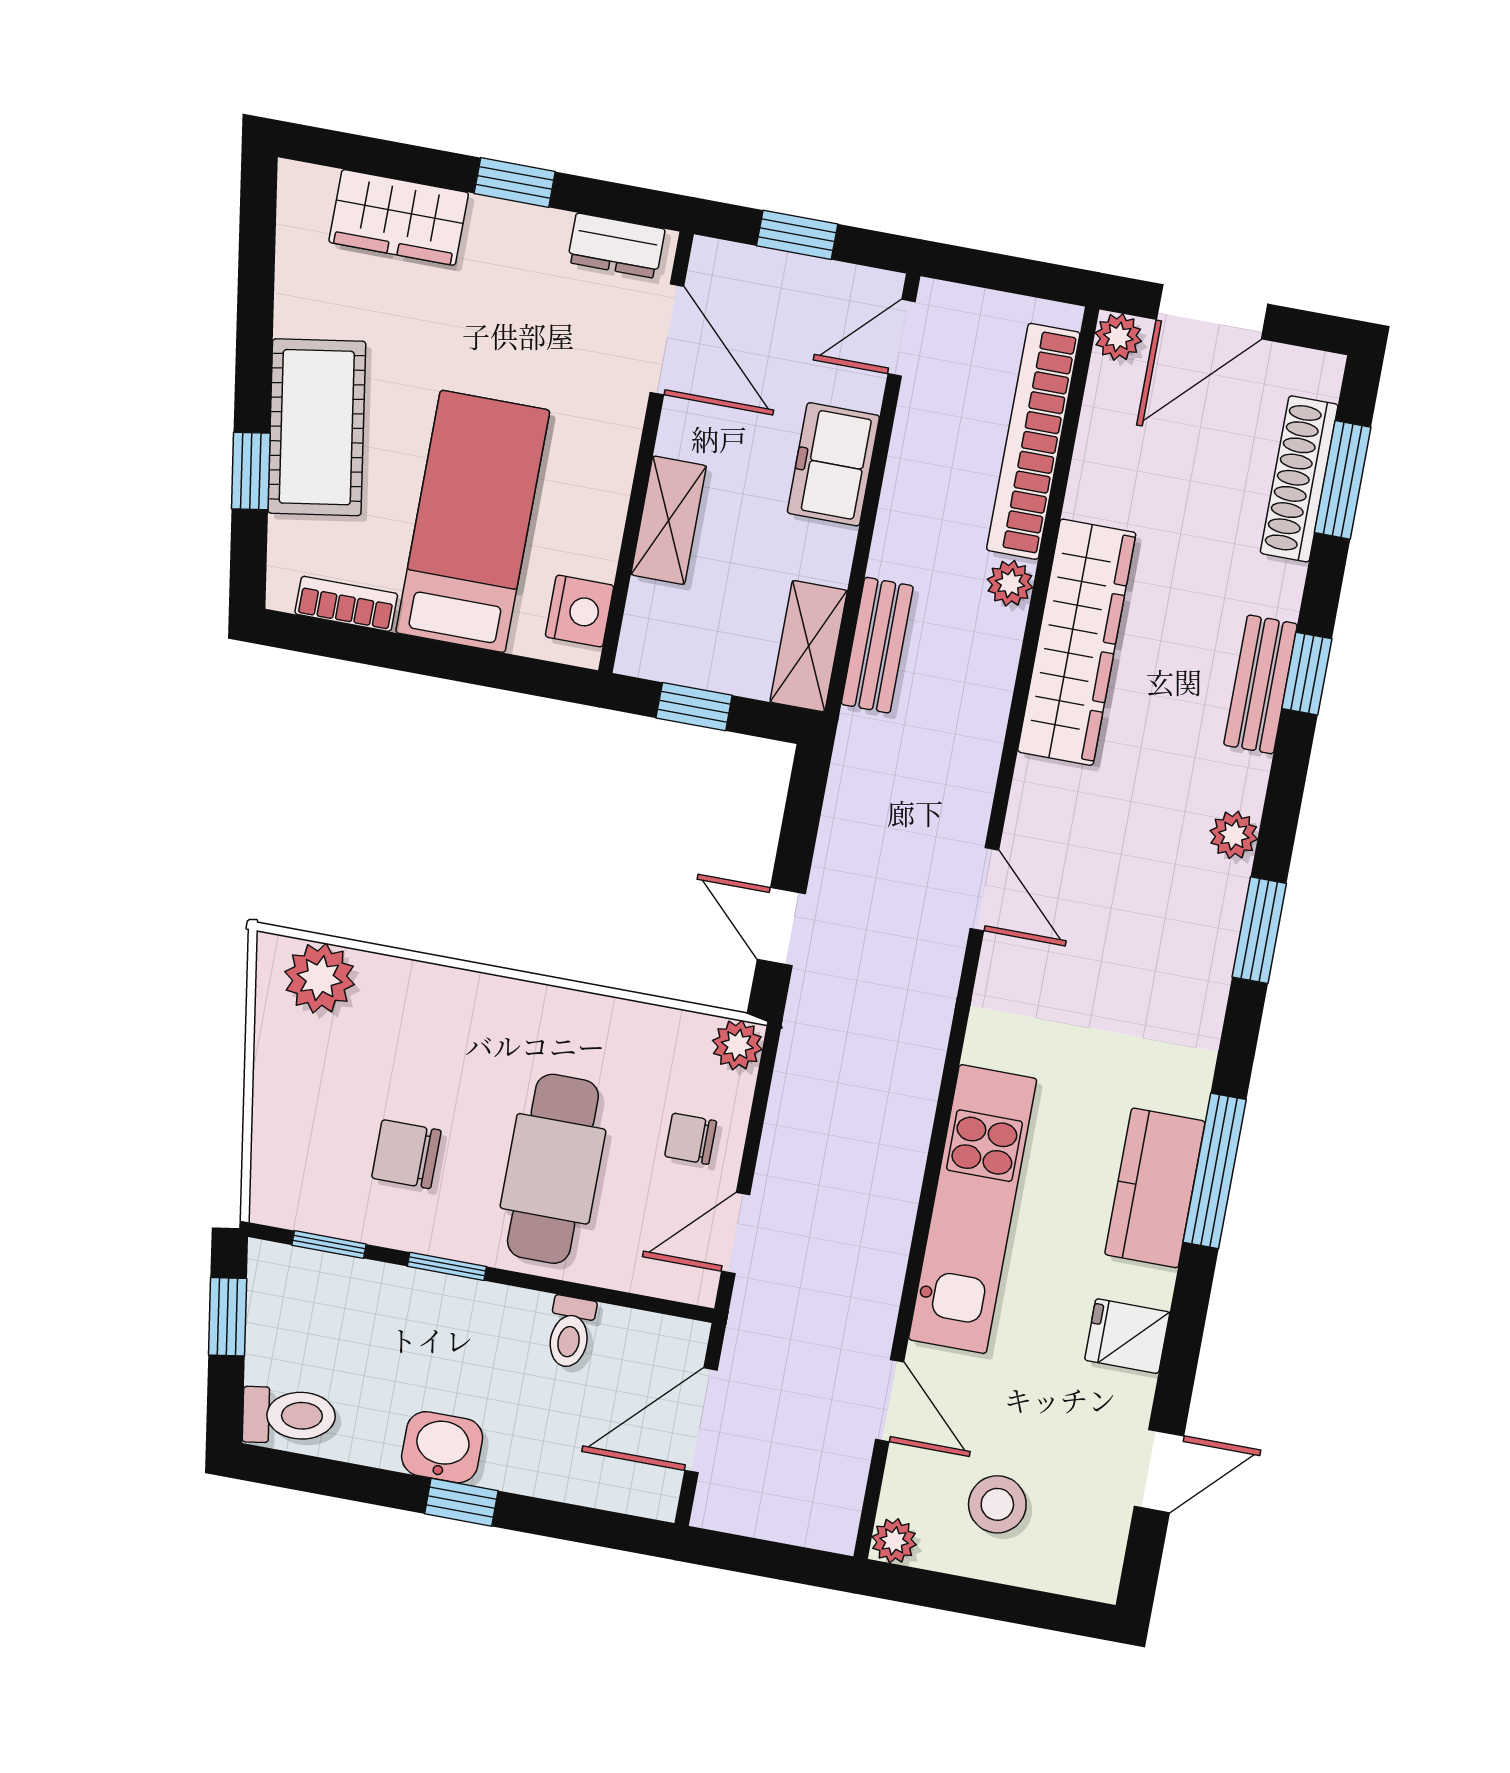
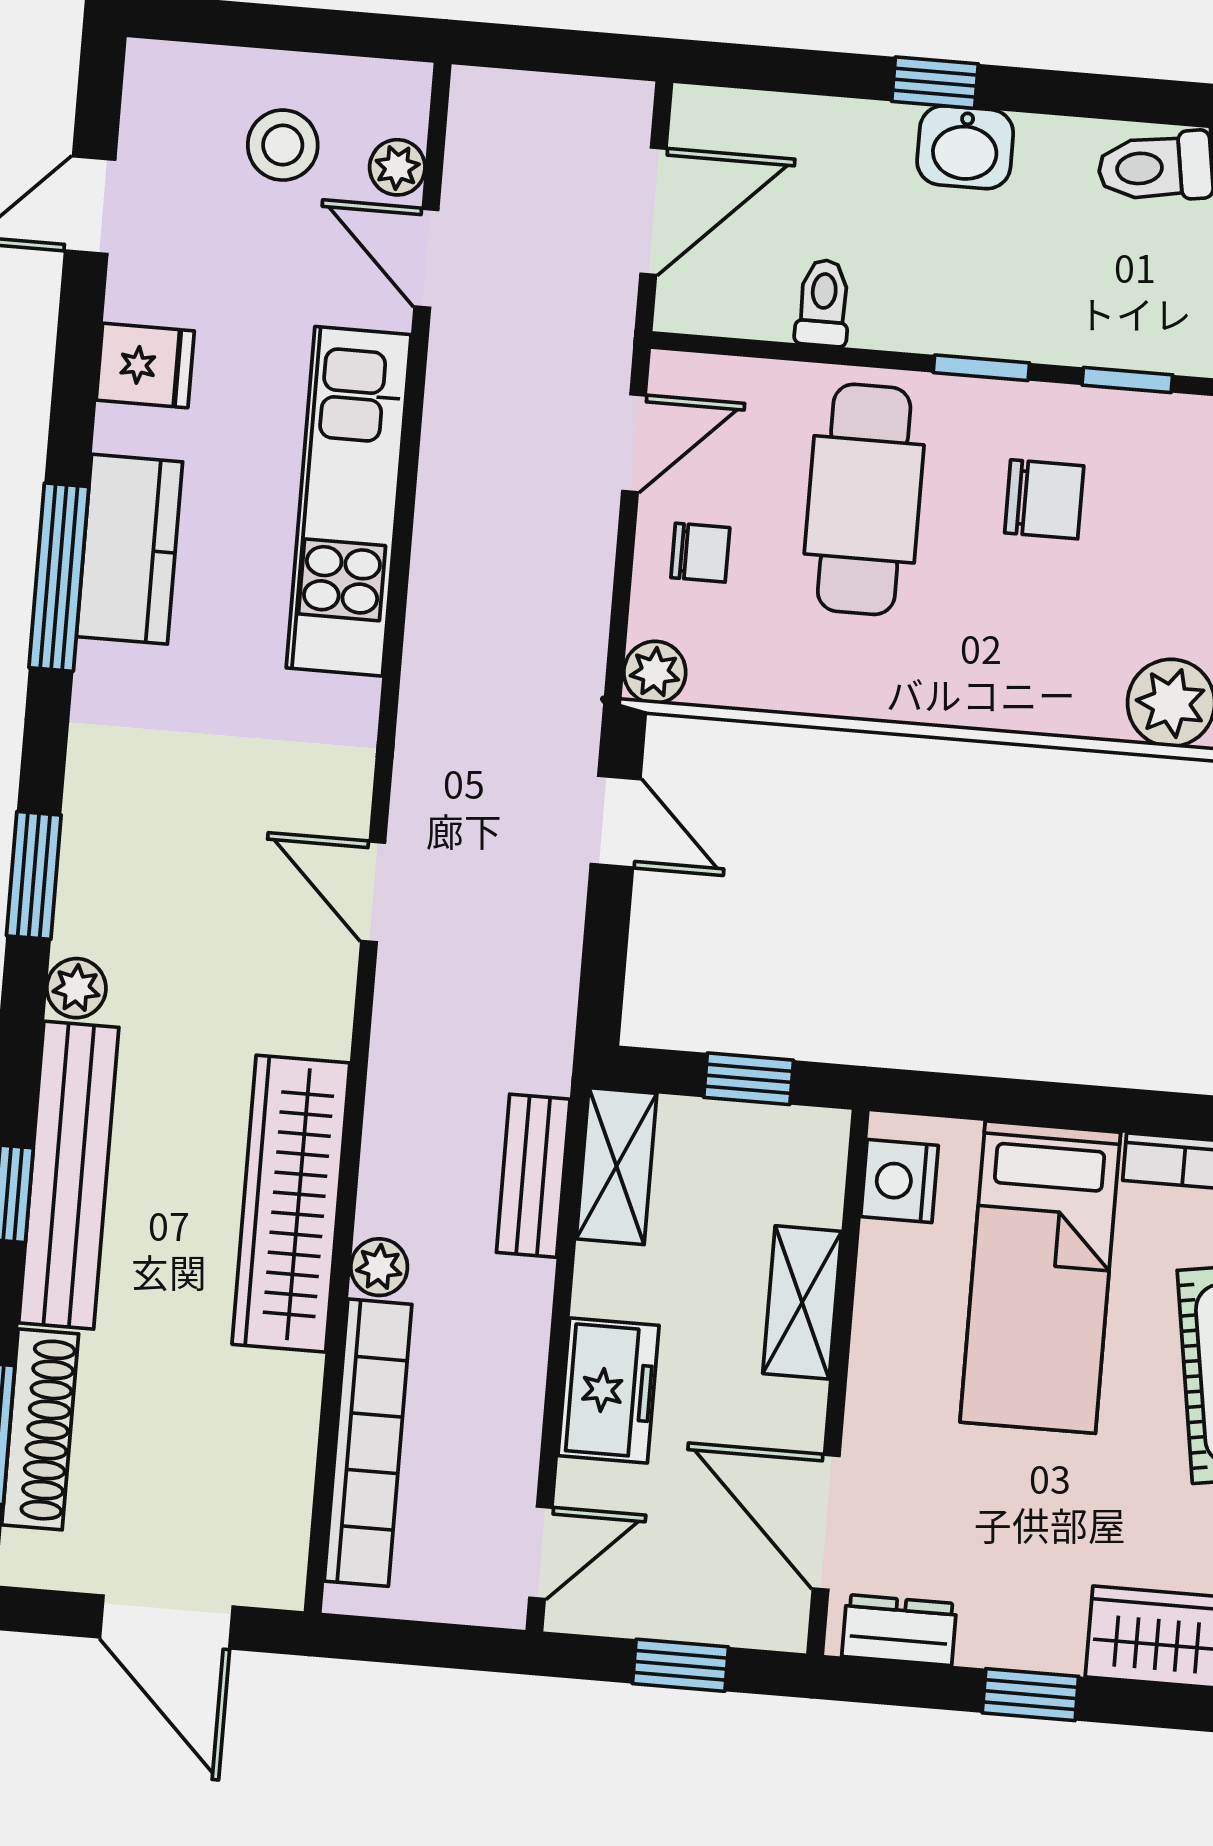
door: (1212, 312) -> (166, 1622), swing flipped
plant: (1118, 337) -> (277, 1580), removed
bench: (1260, 684) -> (69, 1175), width x1.86, depth x1.21
plant: (894, 1541) -> (397, 167), moved

